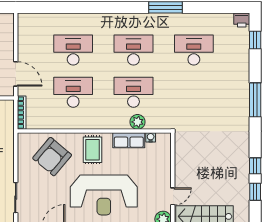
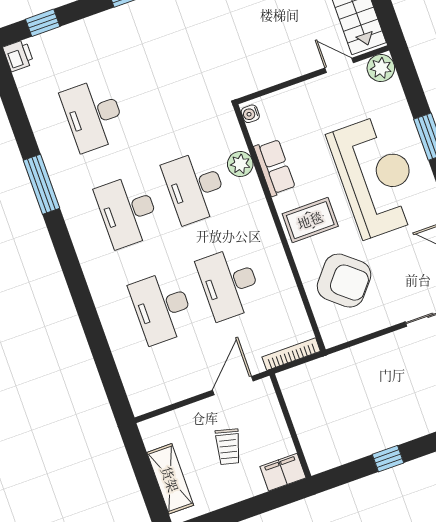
water cooler: (151, 137) -> (250, 114), moved

